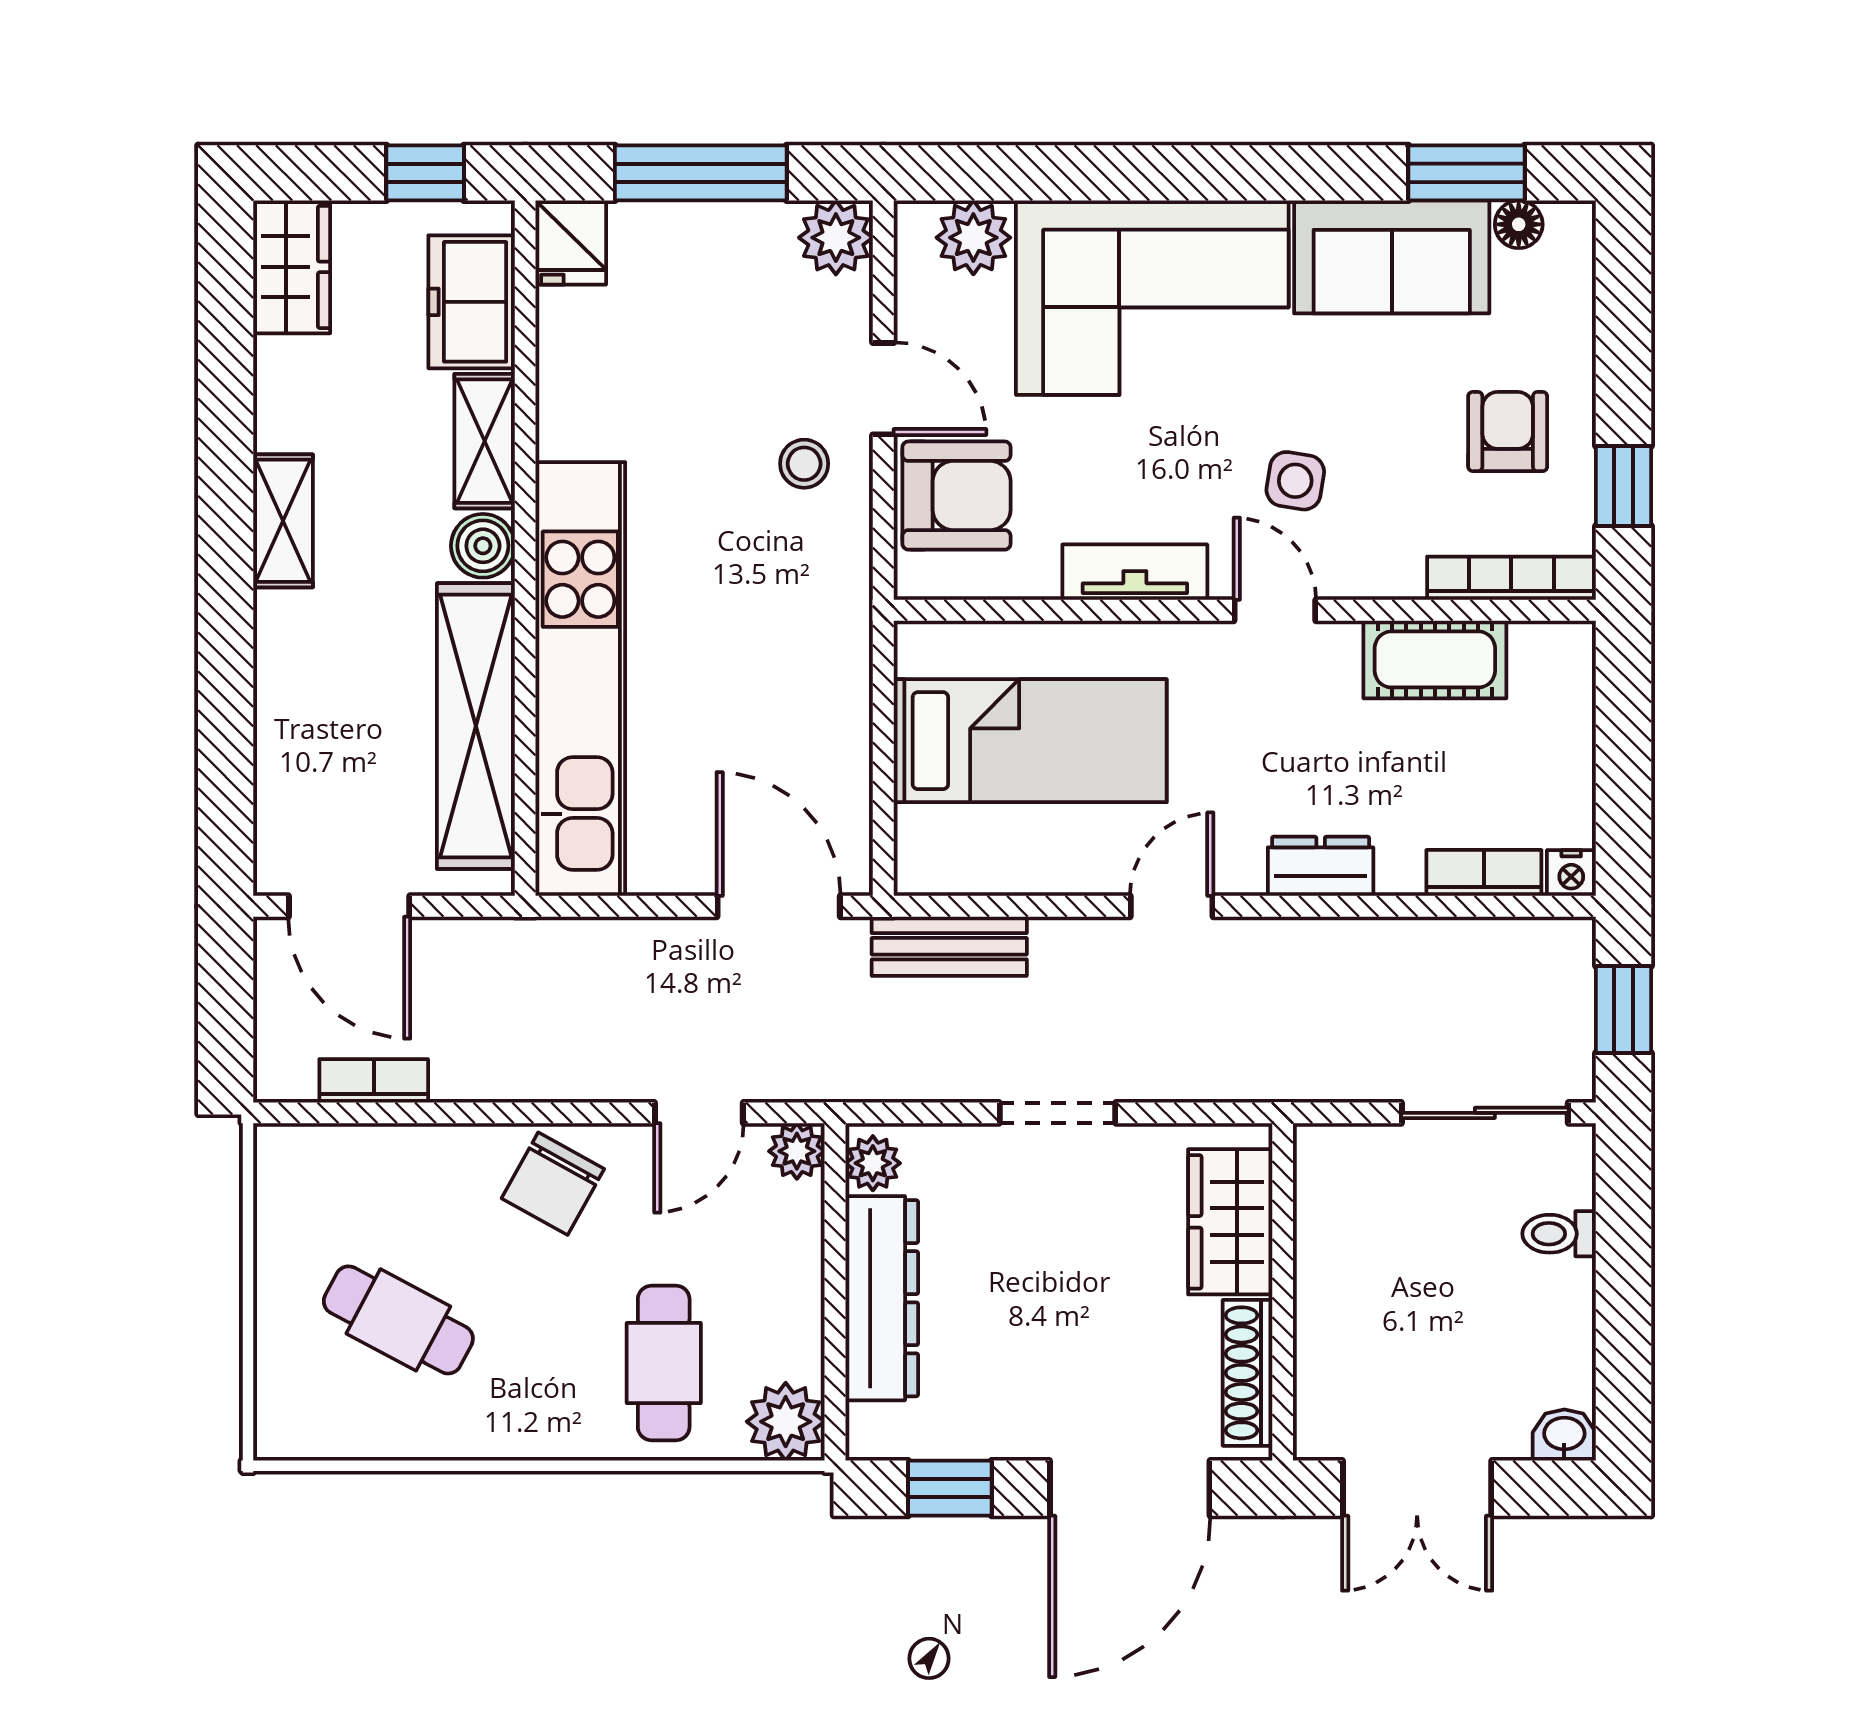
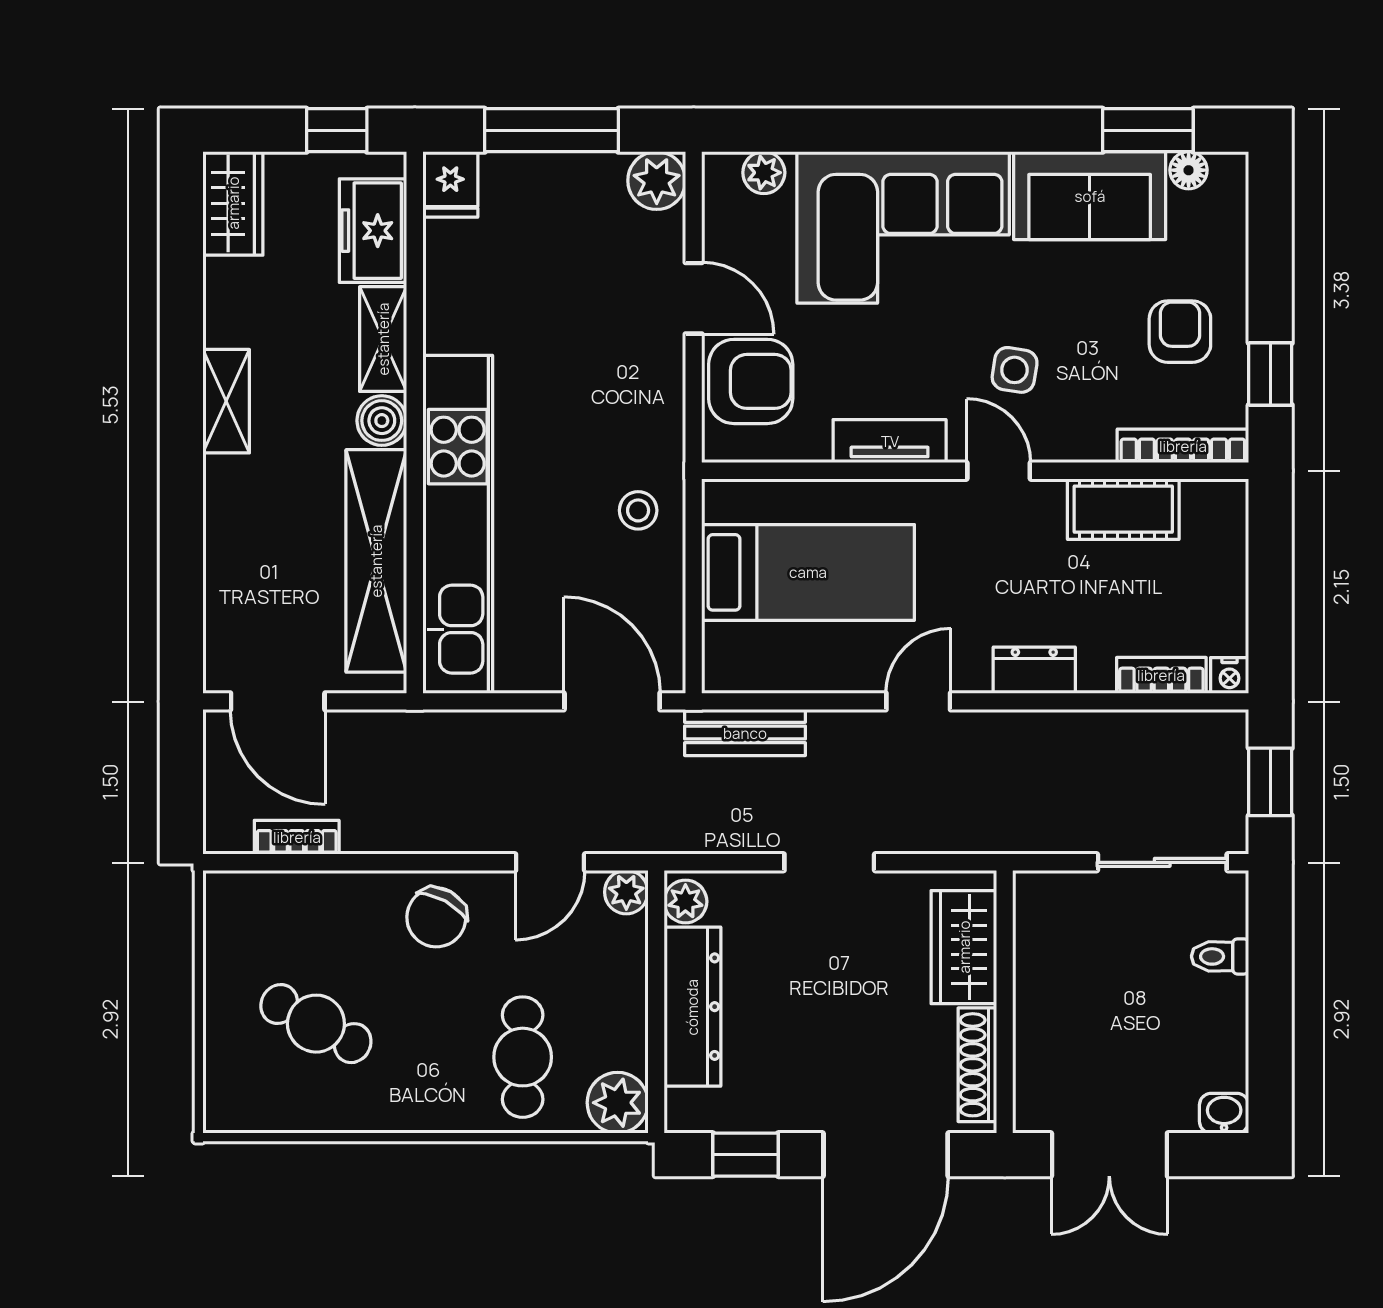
plant: (973, 238) -> (764, 173), width x0.73, depth x0.73
stool: (804, 464) -> (638, 510), moved

